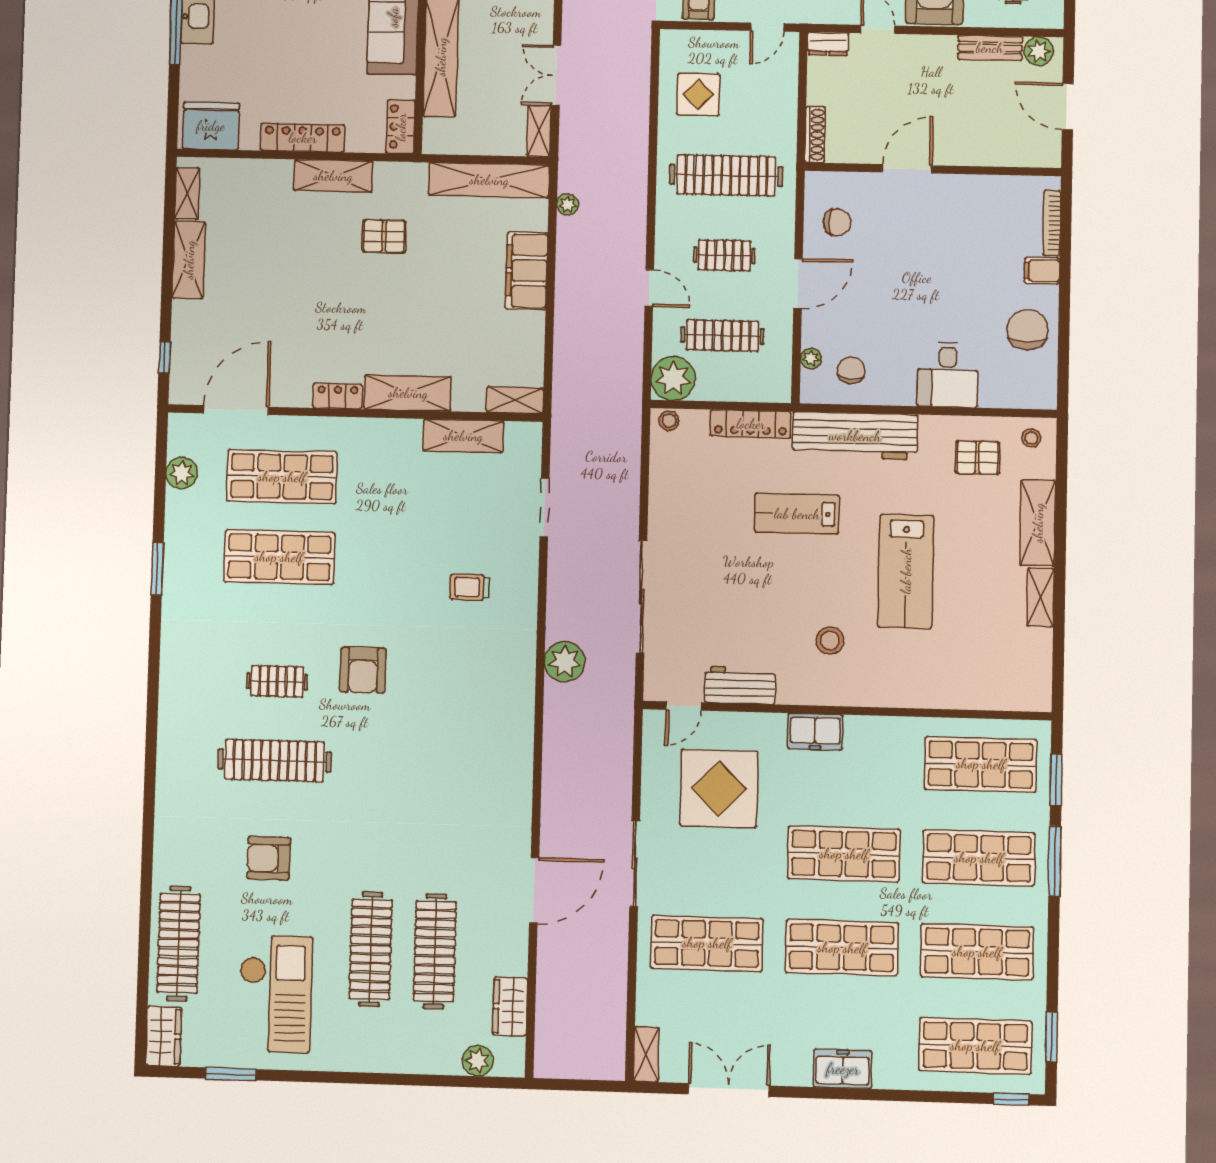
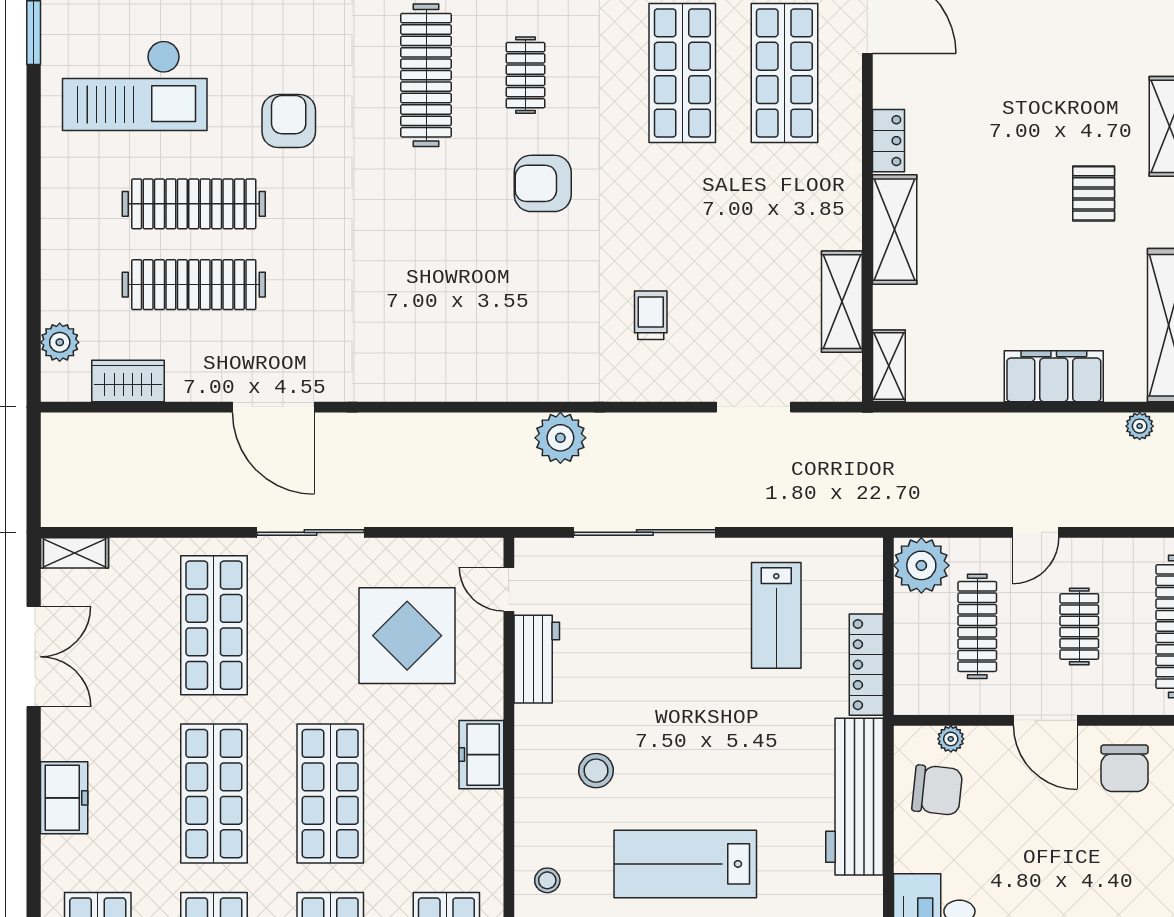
chair: (837, 222) -> (1125, 768), width x1.37, depth x1.37
chair: (851, 370) -> (937, 790), width x1.37, depth x1.37
stool: (669, 421) -> (547, 880), moved
lab bench: (797, 514) -> (776, 615), moved, turned 180
armchair: (269, 858) -> (289, 121), moved

